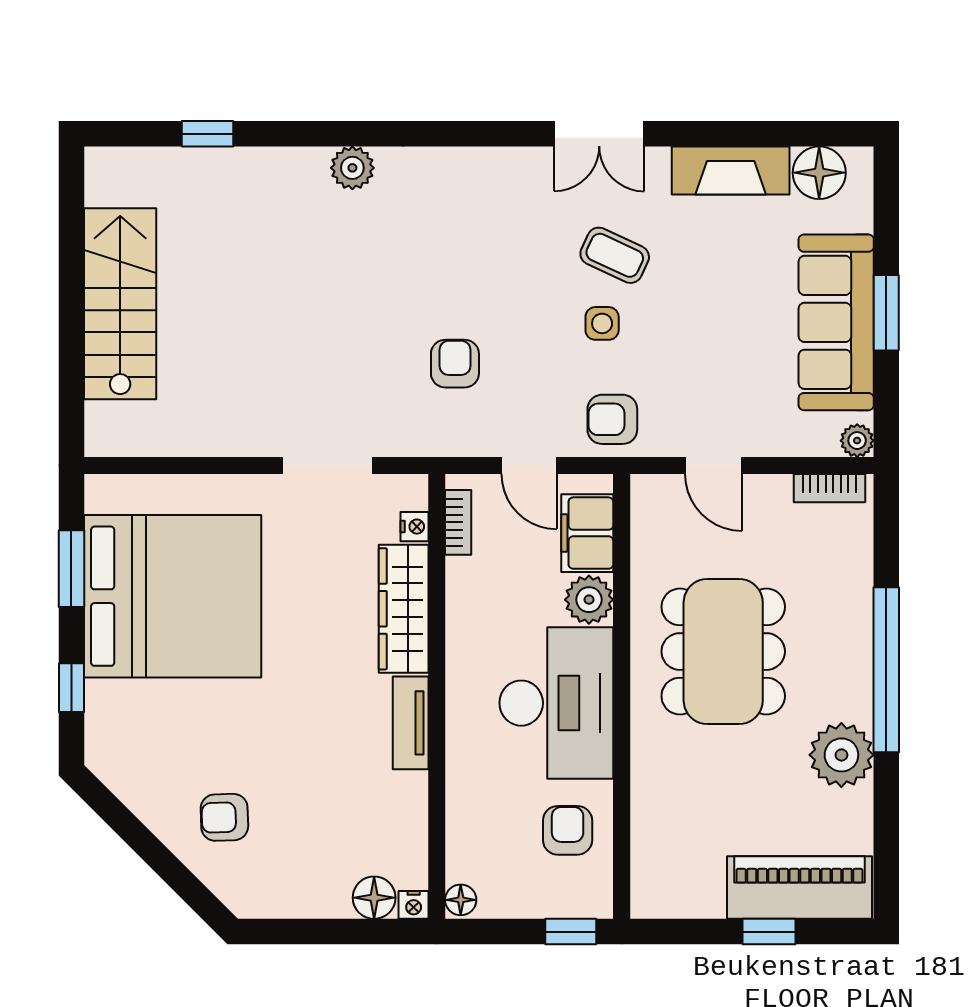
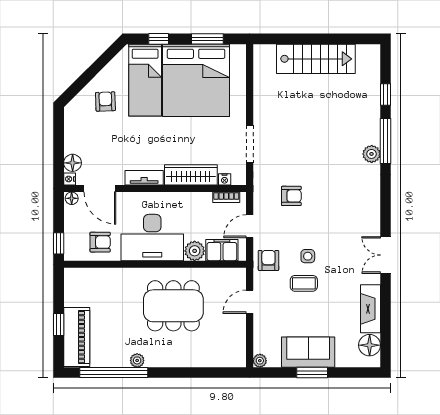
window: (321, 134) -> (386, 141), added
coffee table: (615, 255) -> (304, 283), moved, turned 65
sofa: (836, 322) -> (308, 352), width x0.73
bookcase: (829, 488) -> (240, 349), removed
window: (886, 670) -> (114, 373), moved
bed: (172, 721) -> (145, 80), added
plant: (841, 755) -> (137, 360), width x0.53, depth x0.53
door: (437, 831) -> (100, 189), added

